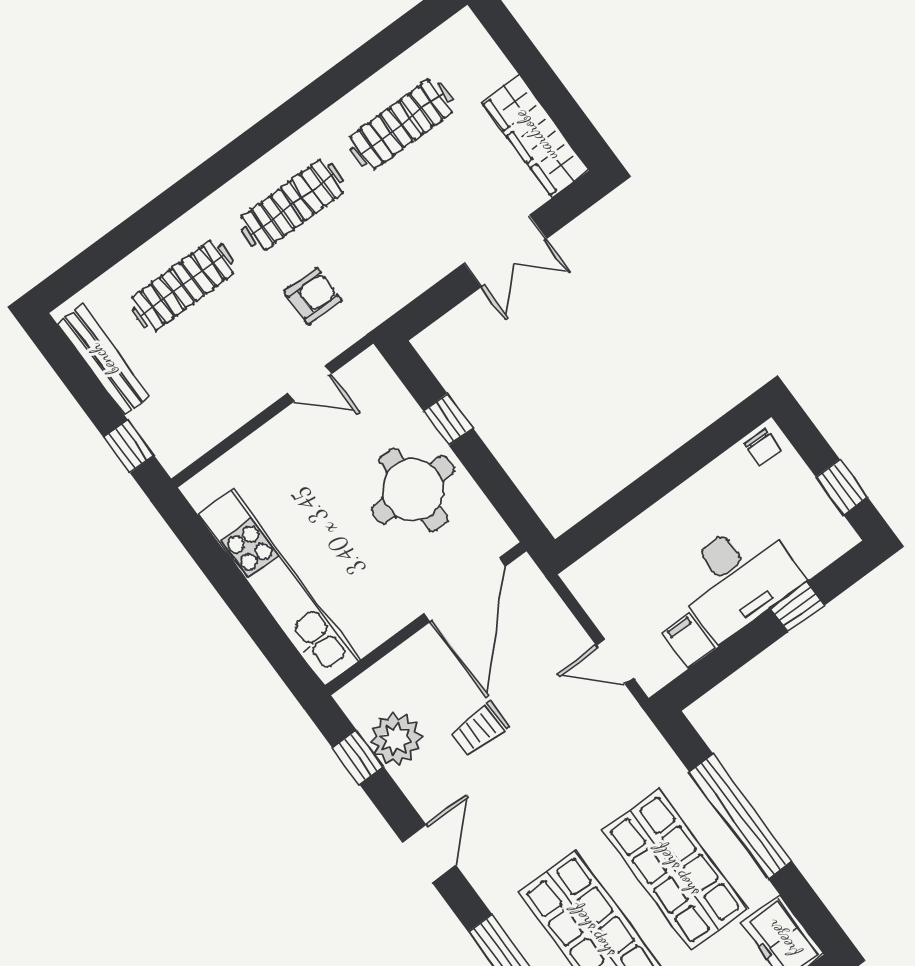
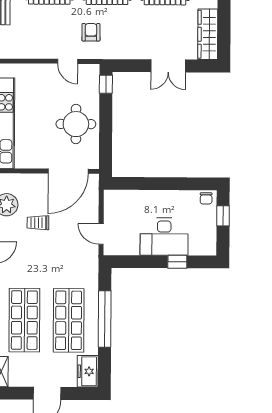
armchair: (313, 296) -> (91, 32), turned -90
window: (448, 420) -> (106, 84), moved
window: (842, 487) -> (223, 216), moved
filing cabinet: (689, 640) -> (132, 246), removed

